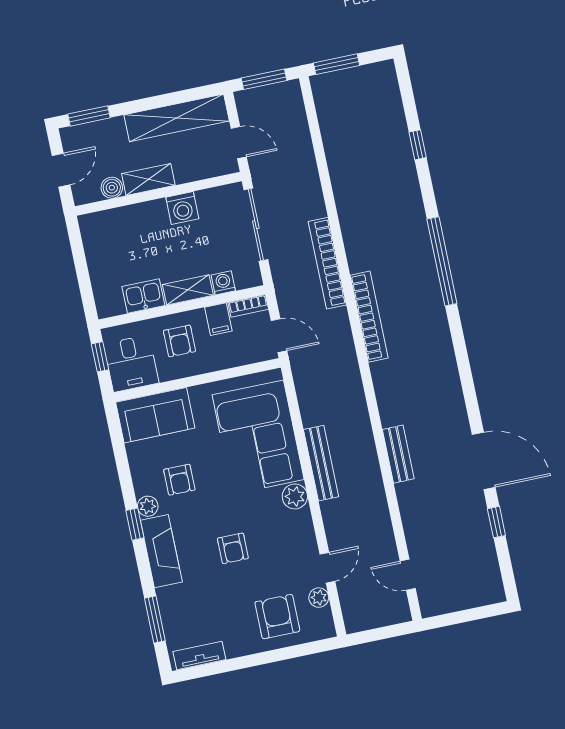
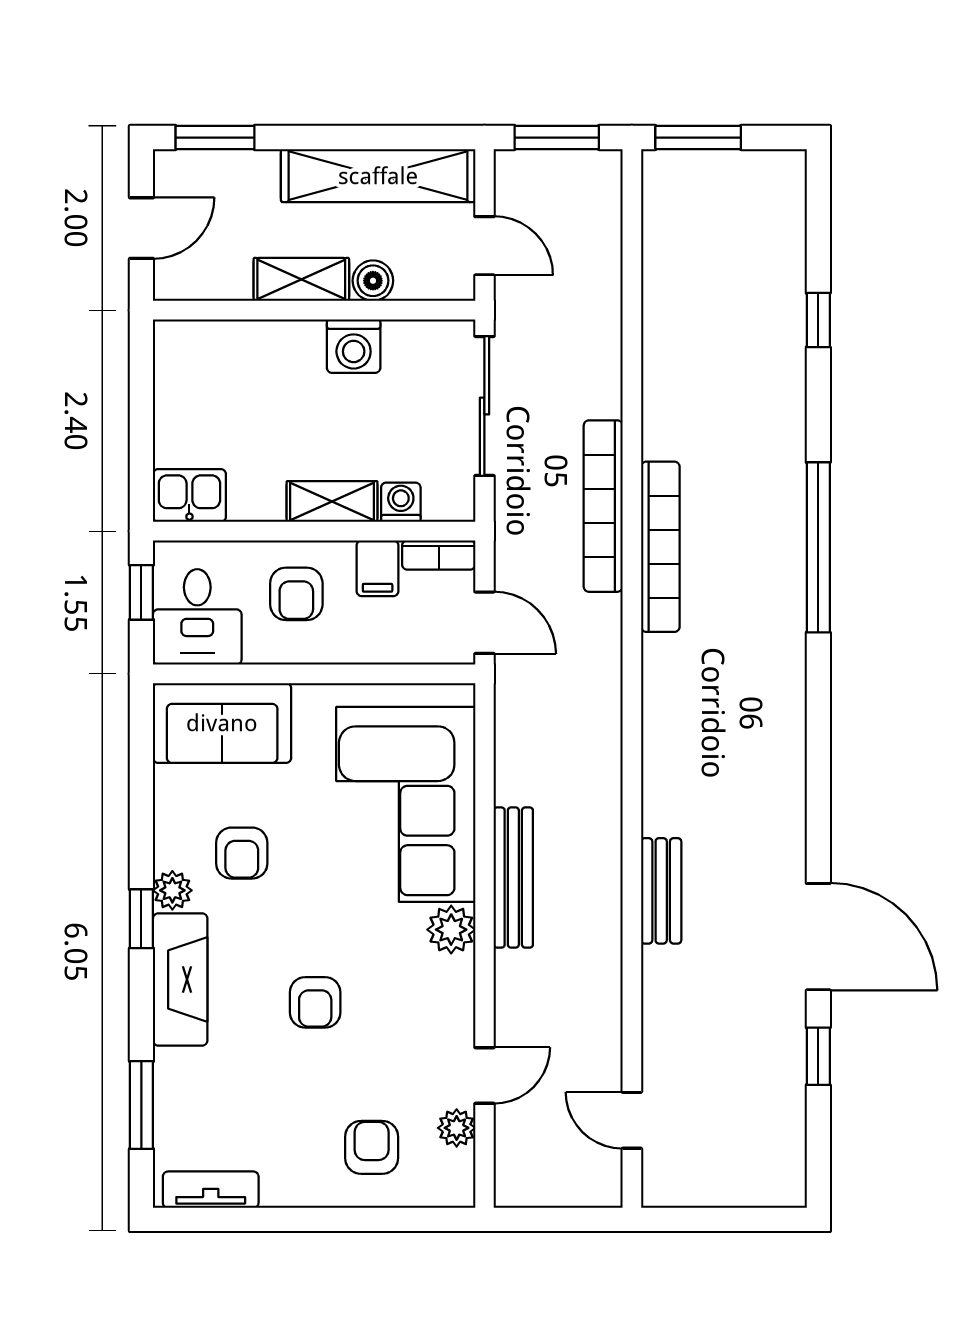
boiler: (112, 188) -> (373, 281), moved
kitchen sink: (143, 296) -> (189, 495), moved
bookcase: (369, 317) -> (660, 547), moved
armchair: (277, 617) -> (372, 1147), width x0.72, depth x0.72

